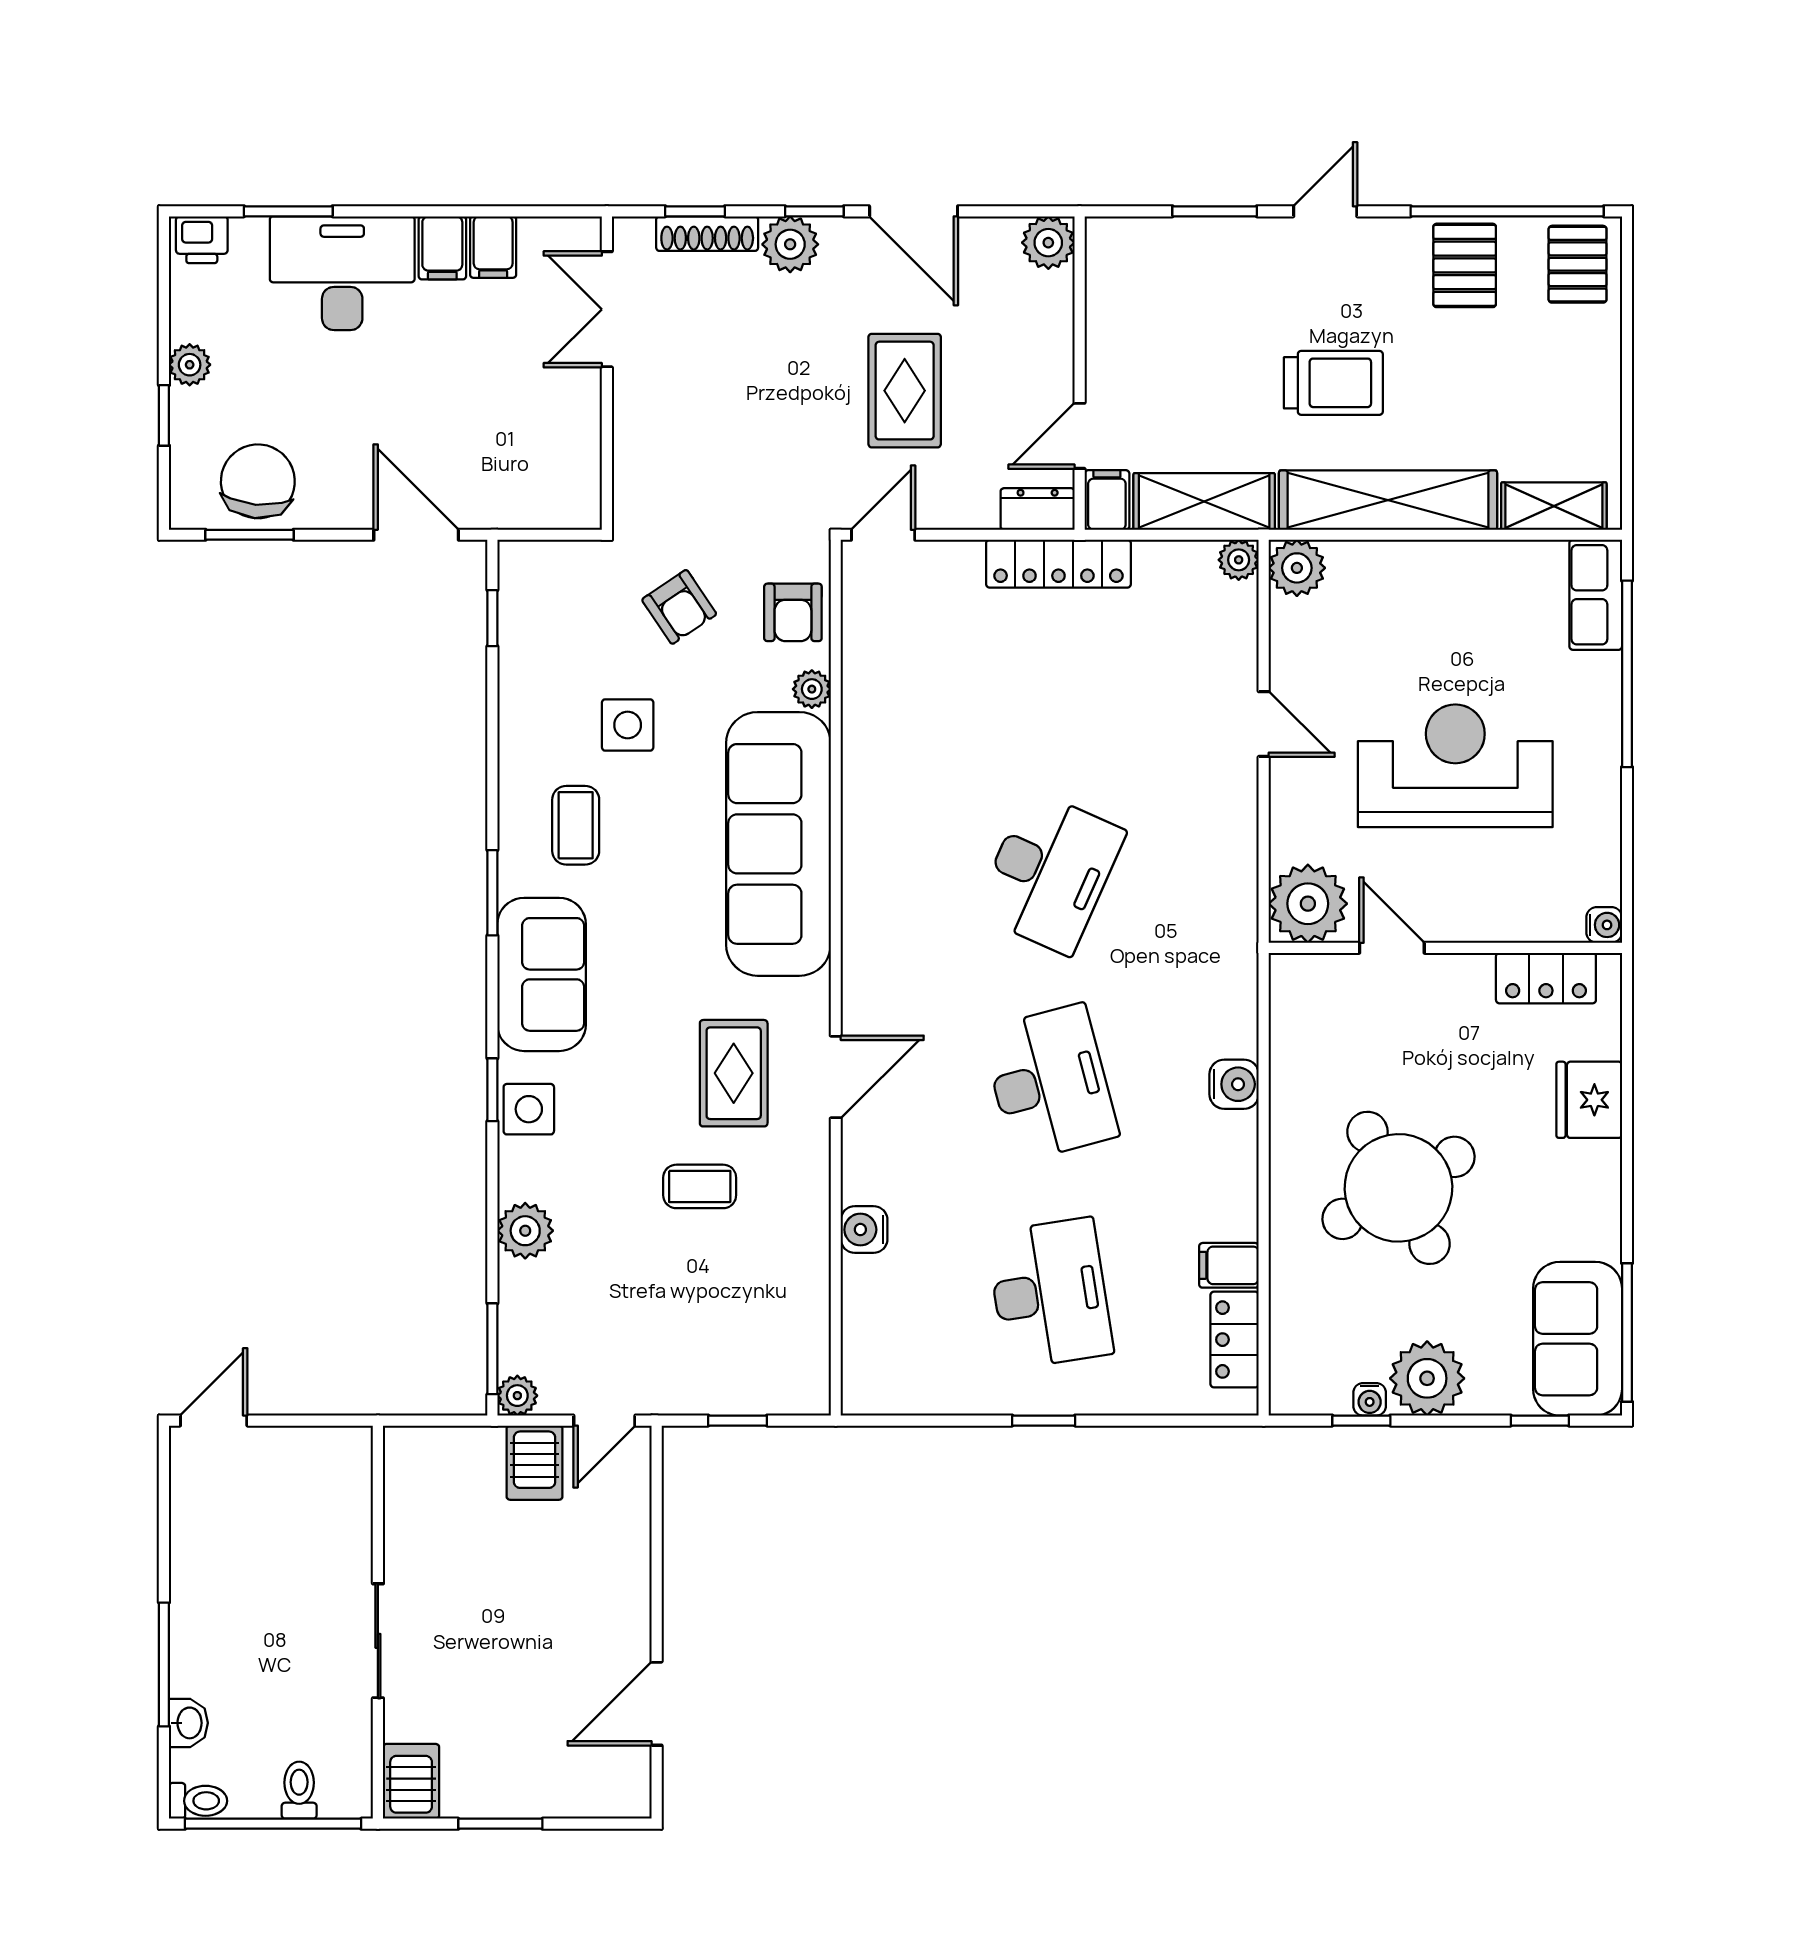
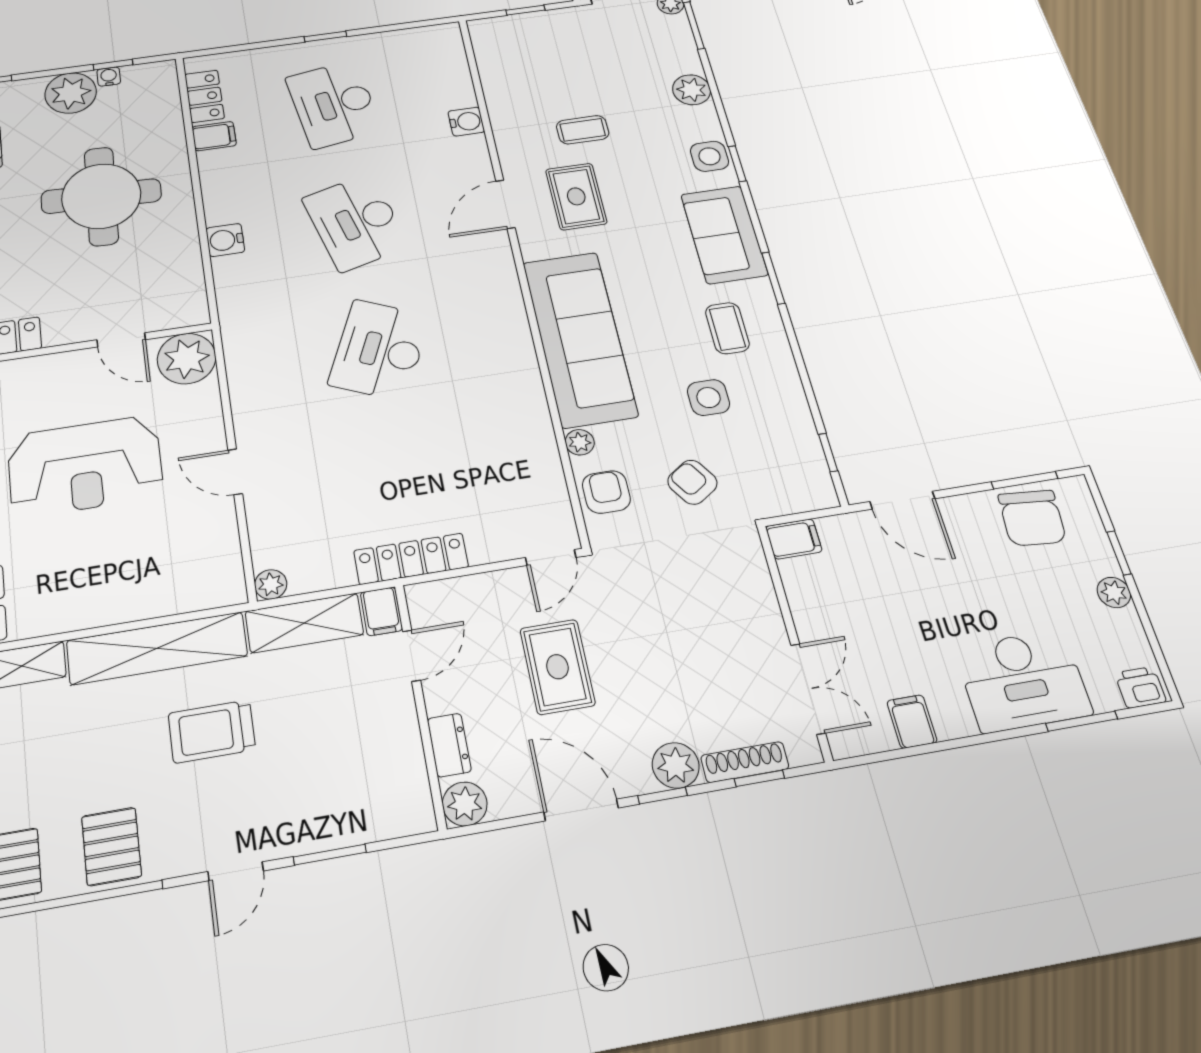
filing cabinet: (442, 248) -> (794, 539), moved, turned 90
dresser: (1038, 509) -> (449, 745), moved, turned -90
plant: (1297, 568) -> (224, 586), removed
round table: (1398, 1188) -> (101, 196), turned 31

